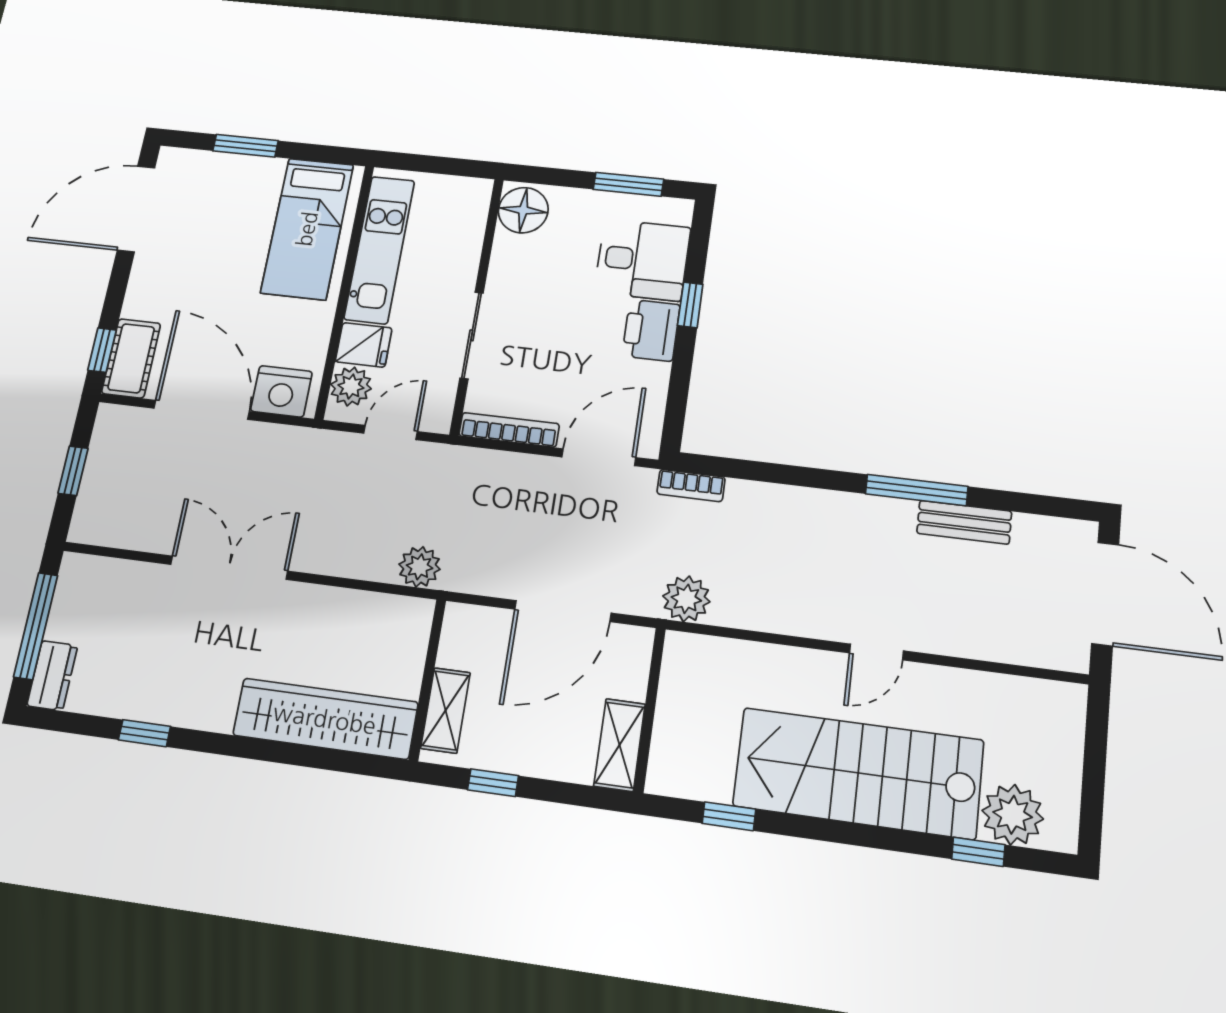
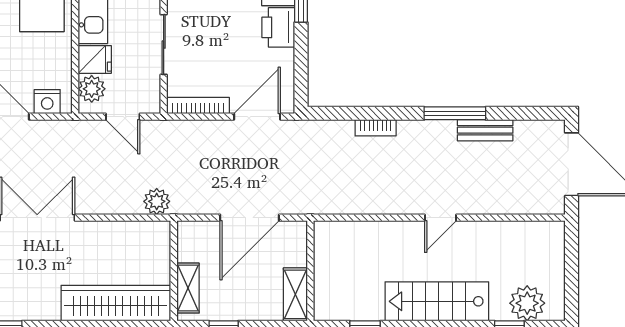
nightstand: (281, 391) -> (47, 102), width x0.74, depth x0.75
door: (391, 432) -> (123, 117), swing flipped
bookcase: (691, 486) -> (376, 128), moved
plant: (686, 599) -> (323, 200), removed
stairs: (858, 773) -> (437, 301), width x0.73, depth x0.66

